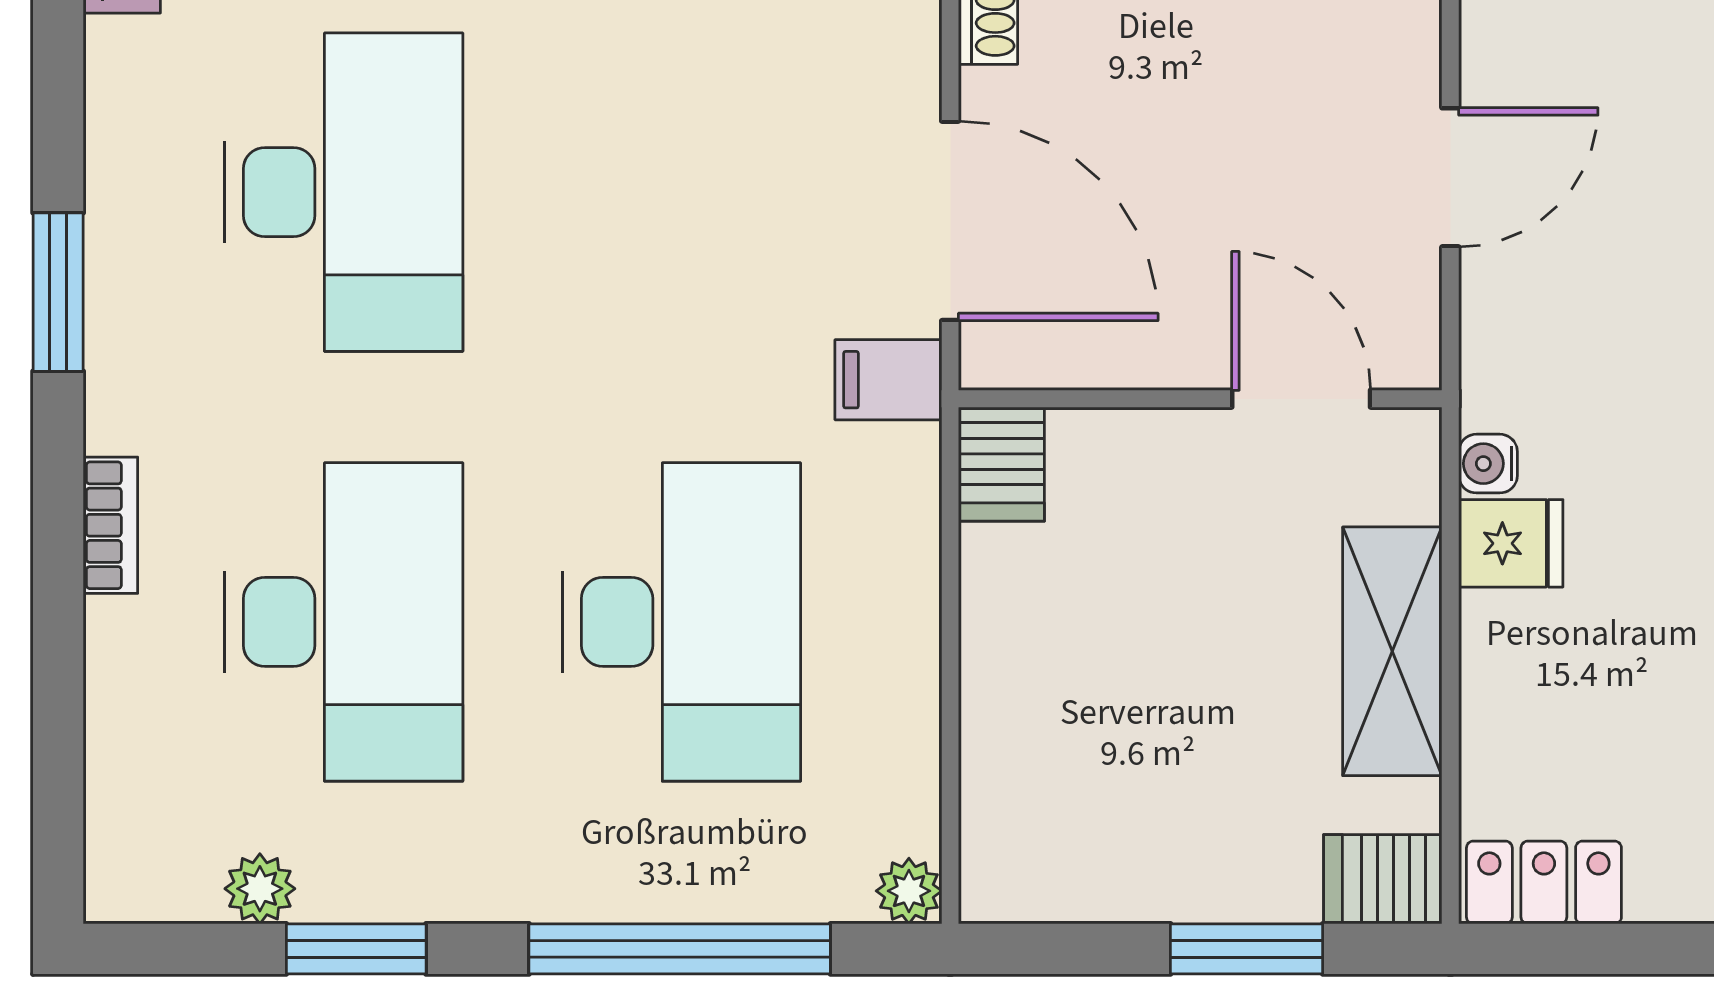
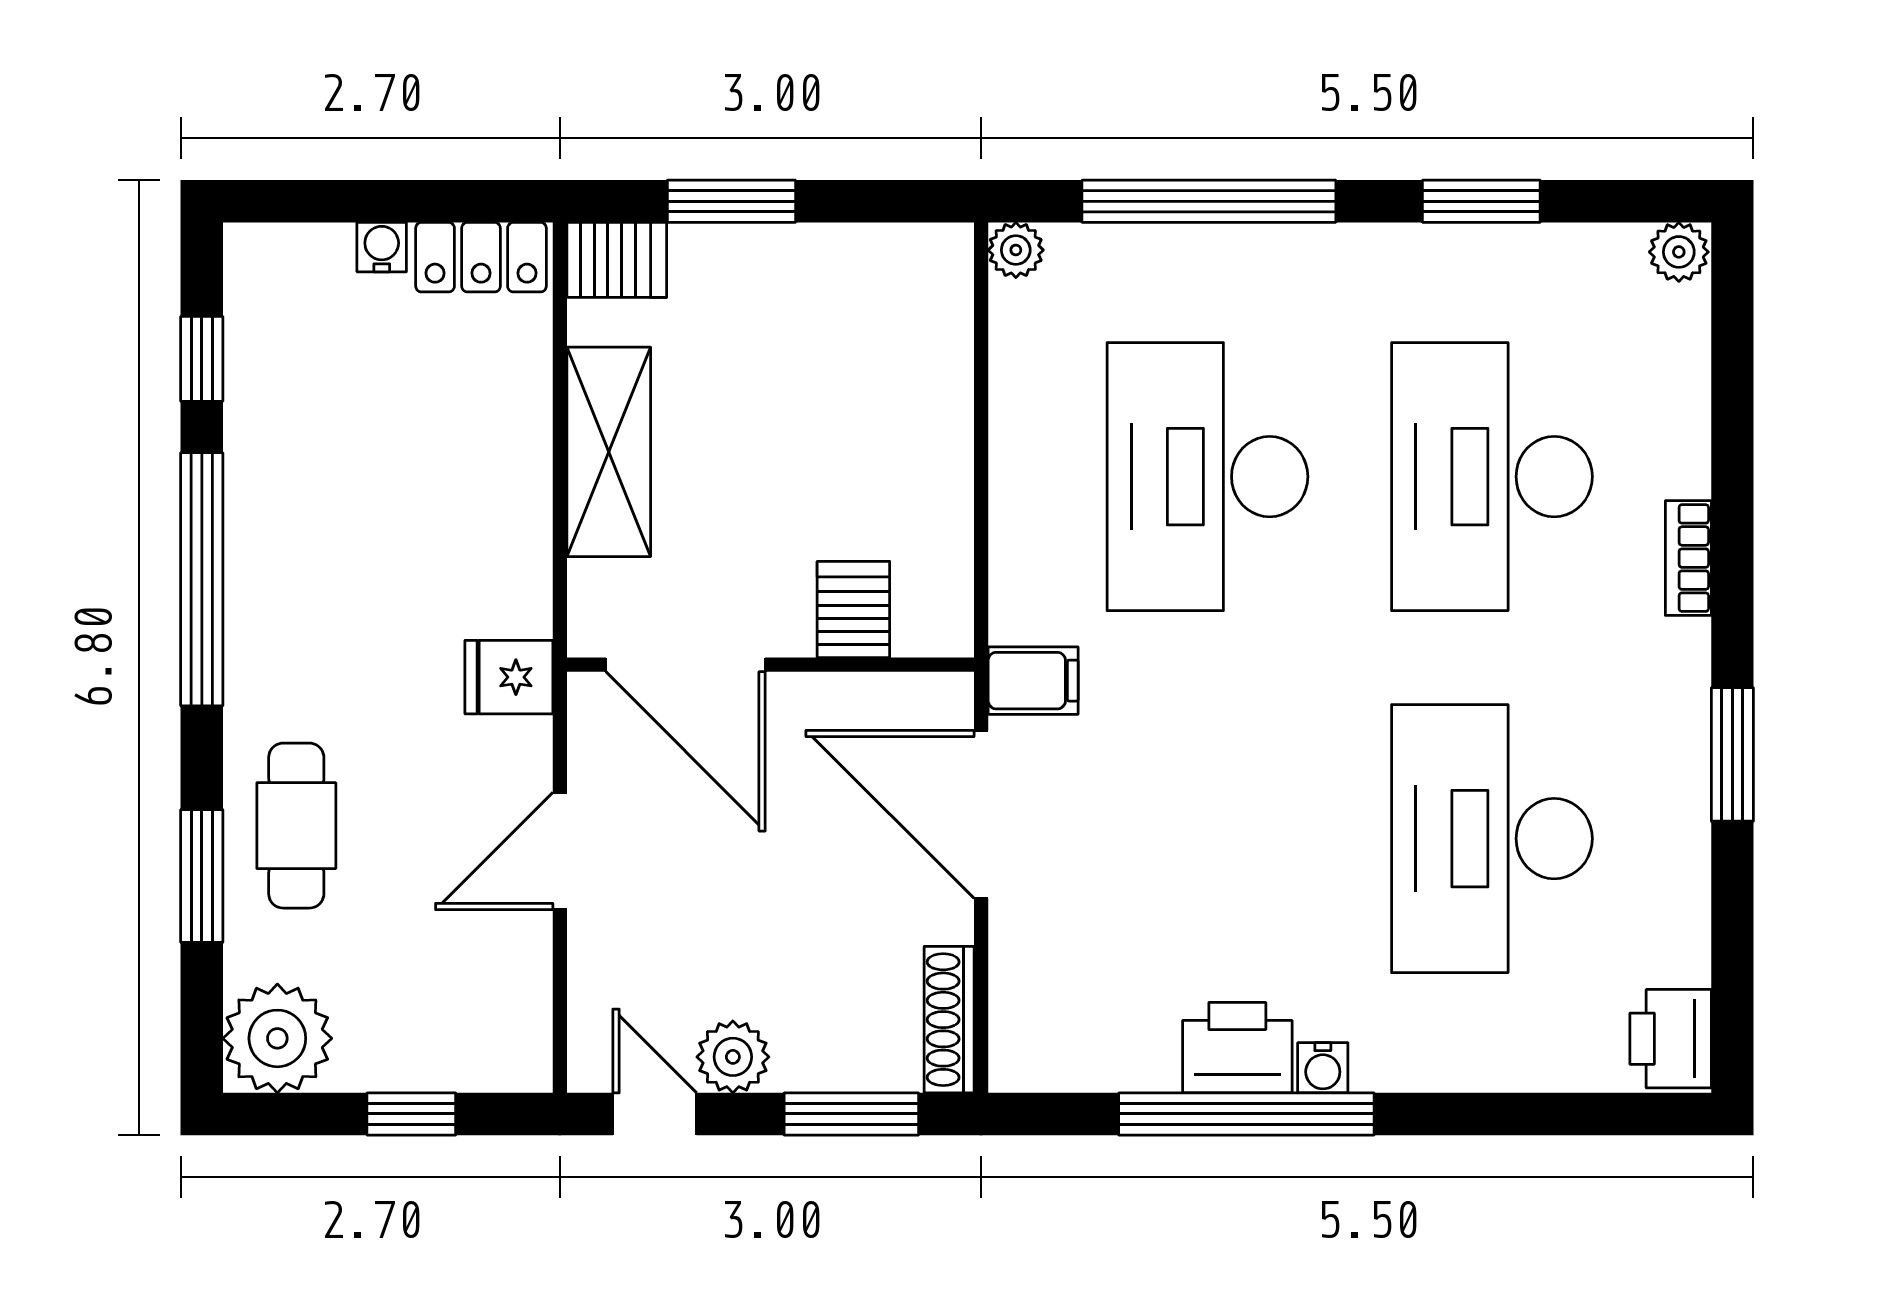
door: (1301, 399) -> (685, 665), width x1.36
server rack: (1001, 464) -> (853, 610), moved
water cooler: (1488, 464) -> (382, 247), moved, turned -90
fridge: (1511, 543) -> (509, 677), moved
plant: (260, 889) -> (1679, 252), moved

